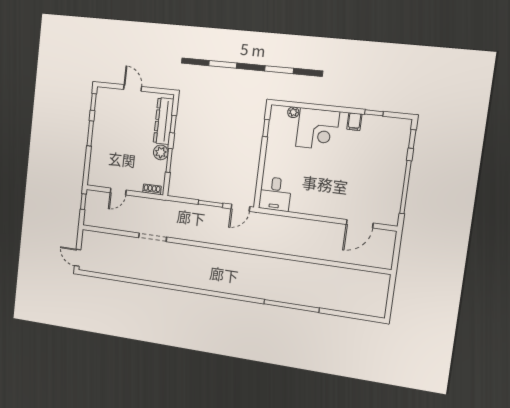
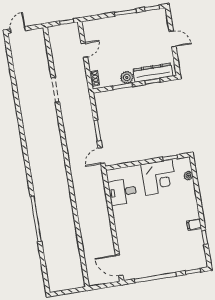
door: (133, 88) -> (173, 39), hinge flipped
corner desk: (318, 129) -> (159, 177), moved, turned -90
door: (118, 191) -> (84, 50), swing flipped
desk: (275, 194) -> (123, 192), moved
door: (240, 208) -> (101, 156), hinge flipped
door: (360, 224) -> (119, 265), moved

